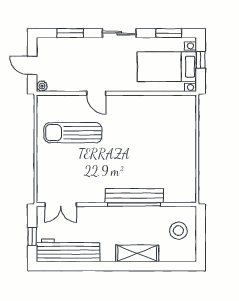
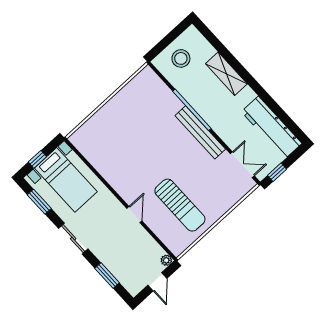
bench: (134, 196) -> (200, 132), moved
window: (32, 237) -> (277, 172), moved

